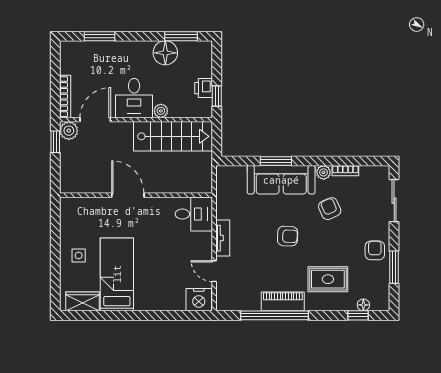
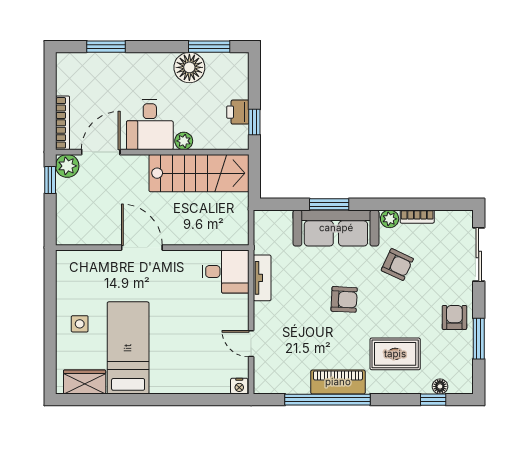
armchair: (330, 209) -> (397, 265), turned 139
tv unit: (223, 238) -> (262, 278), moved
nightstand: (199, 300) -> (239, 386), width x0.53, depth x0.56

